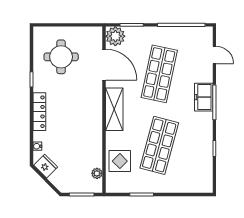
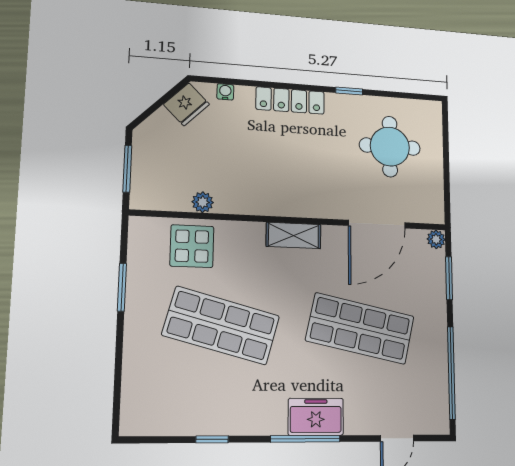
plant: (115, 36) -> (436, 239), width x0.53, depth x0.53
shelving: (114, 109) -> (294, 235), width x0.67, depth x0.75
plant: (97, 173) -> (203, 202), moved

